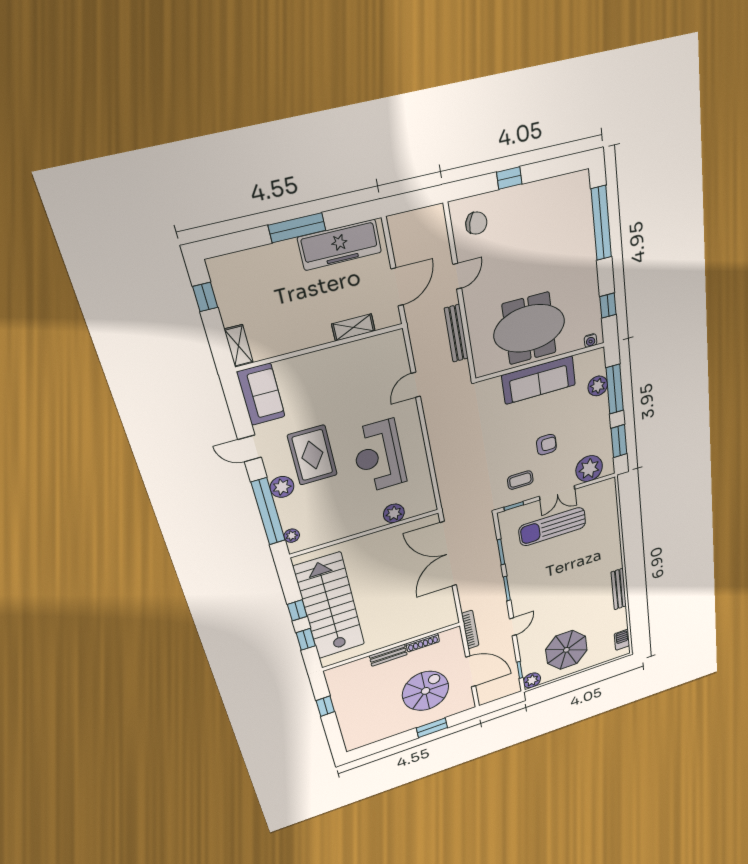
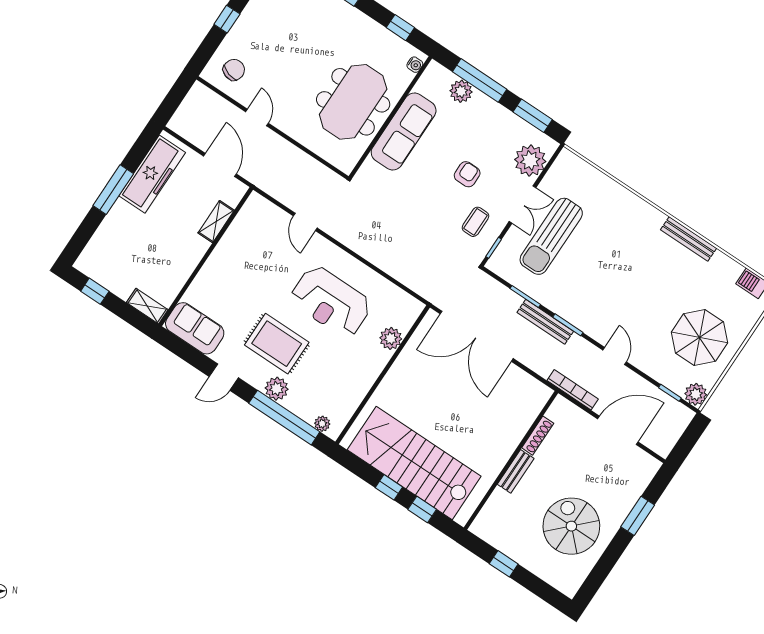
bench: (456, 333) -> (545, 322), moved
spiral stairs: (426, 691) -> (571, 526), moved

